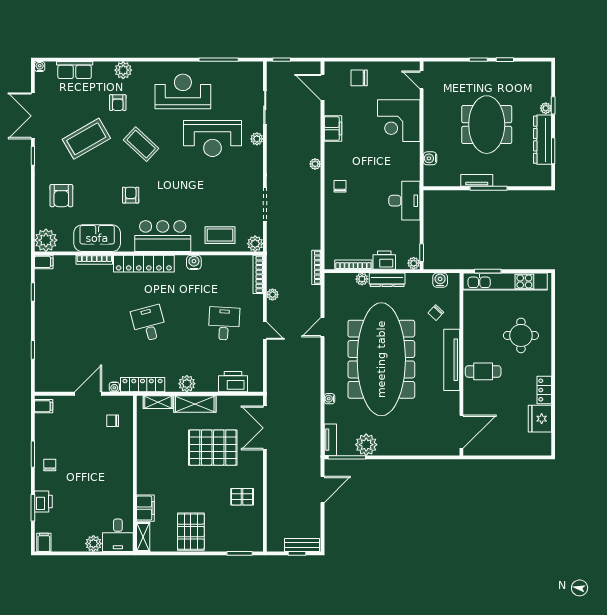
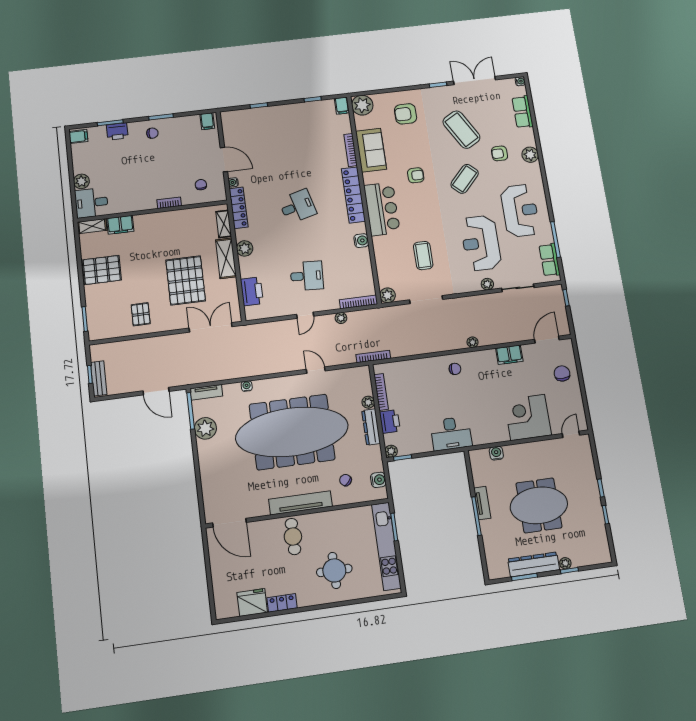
row of seats: (240, 70) -> (549, 260), added
coffee table: (220, 235) -> (423, 256), moved
bookcase: (128, 456) -> (169, 203), added

